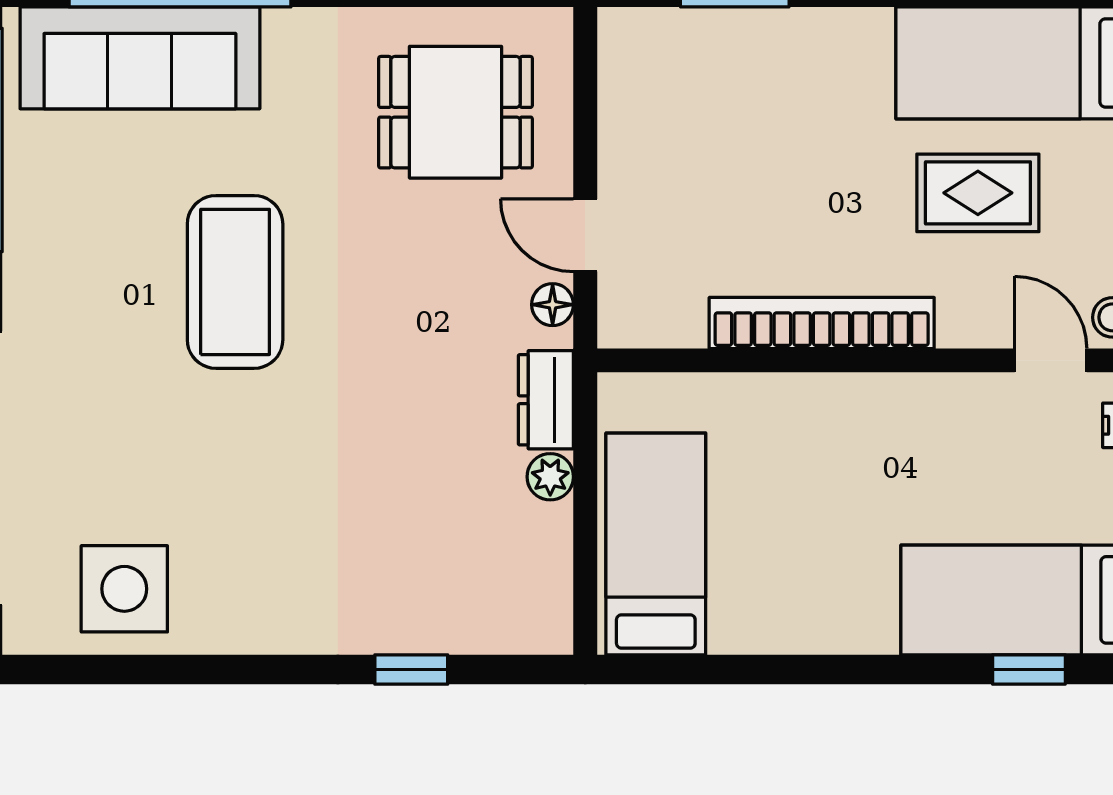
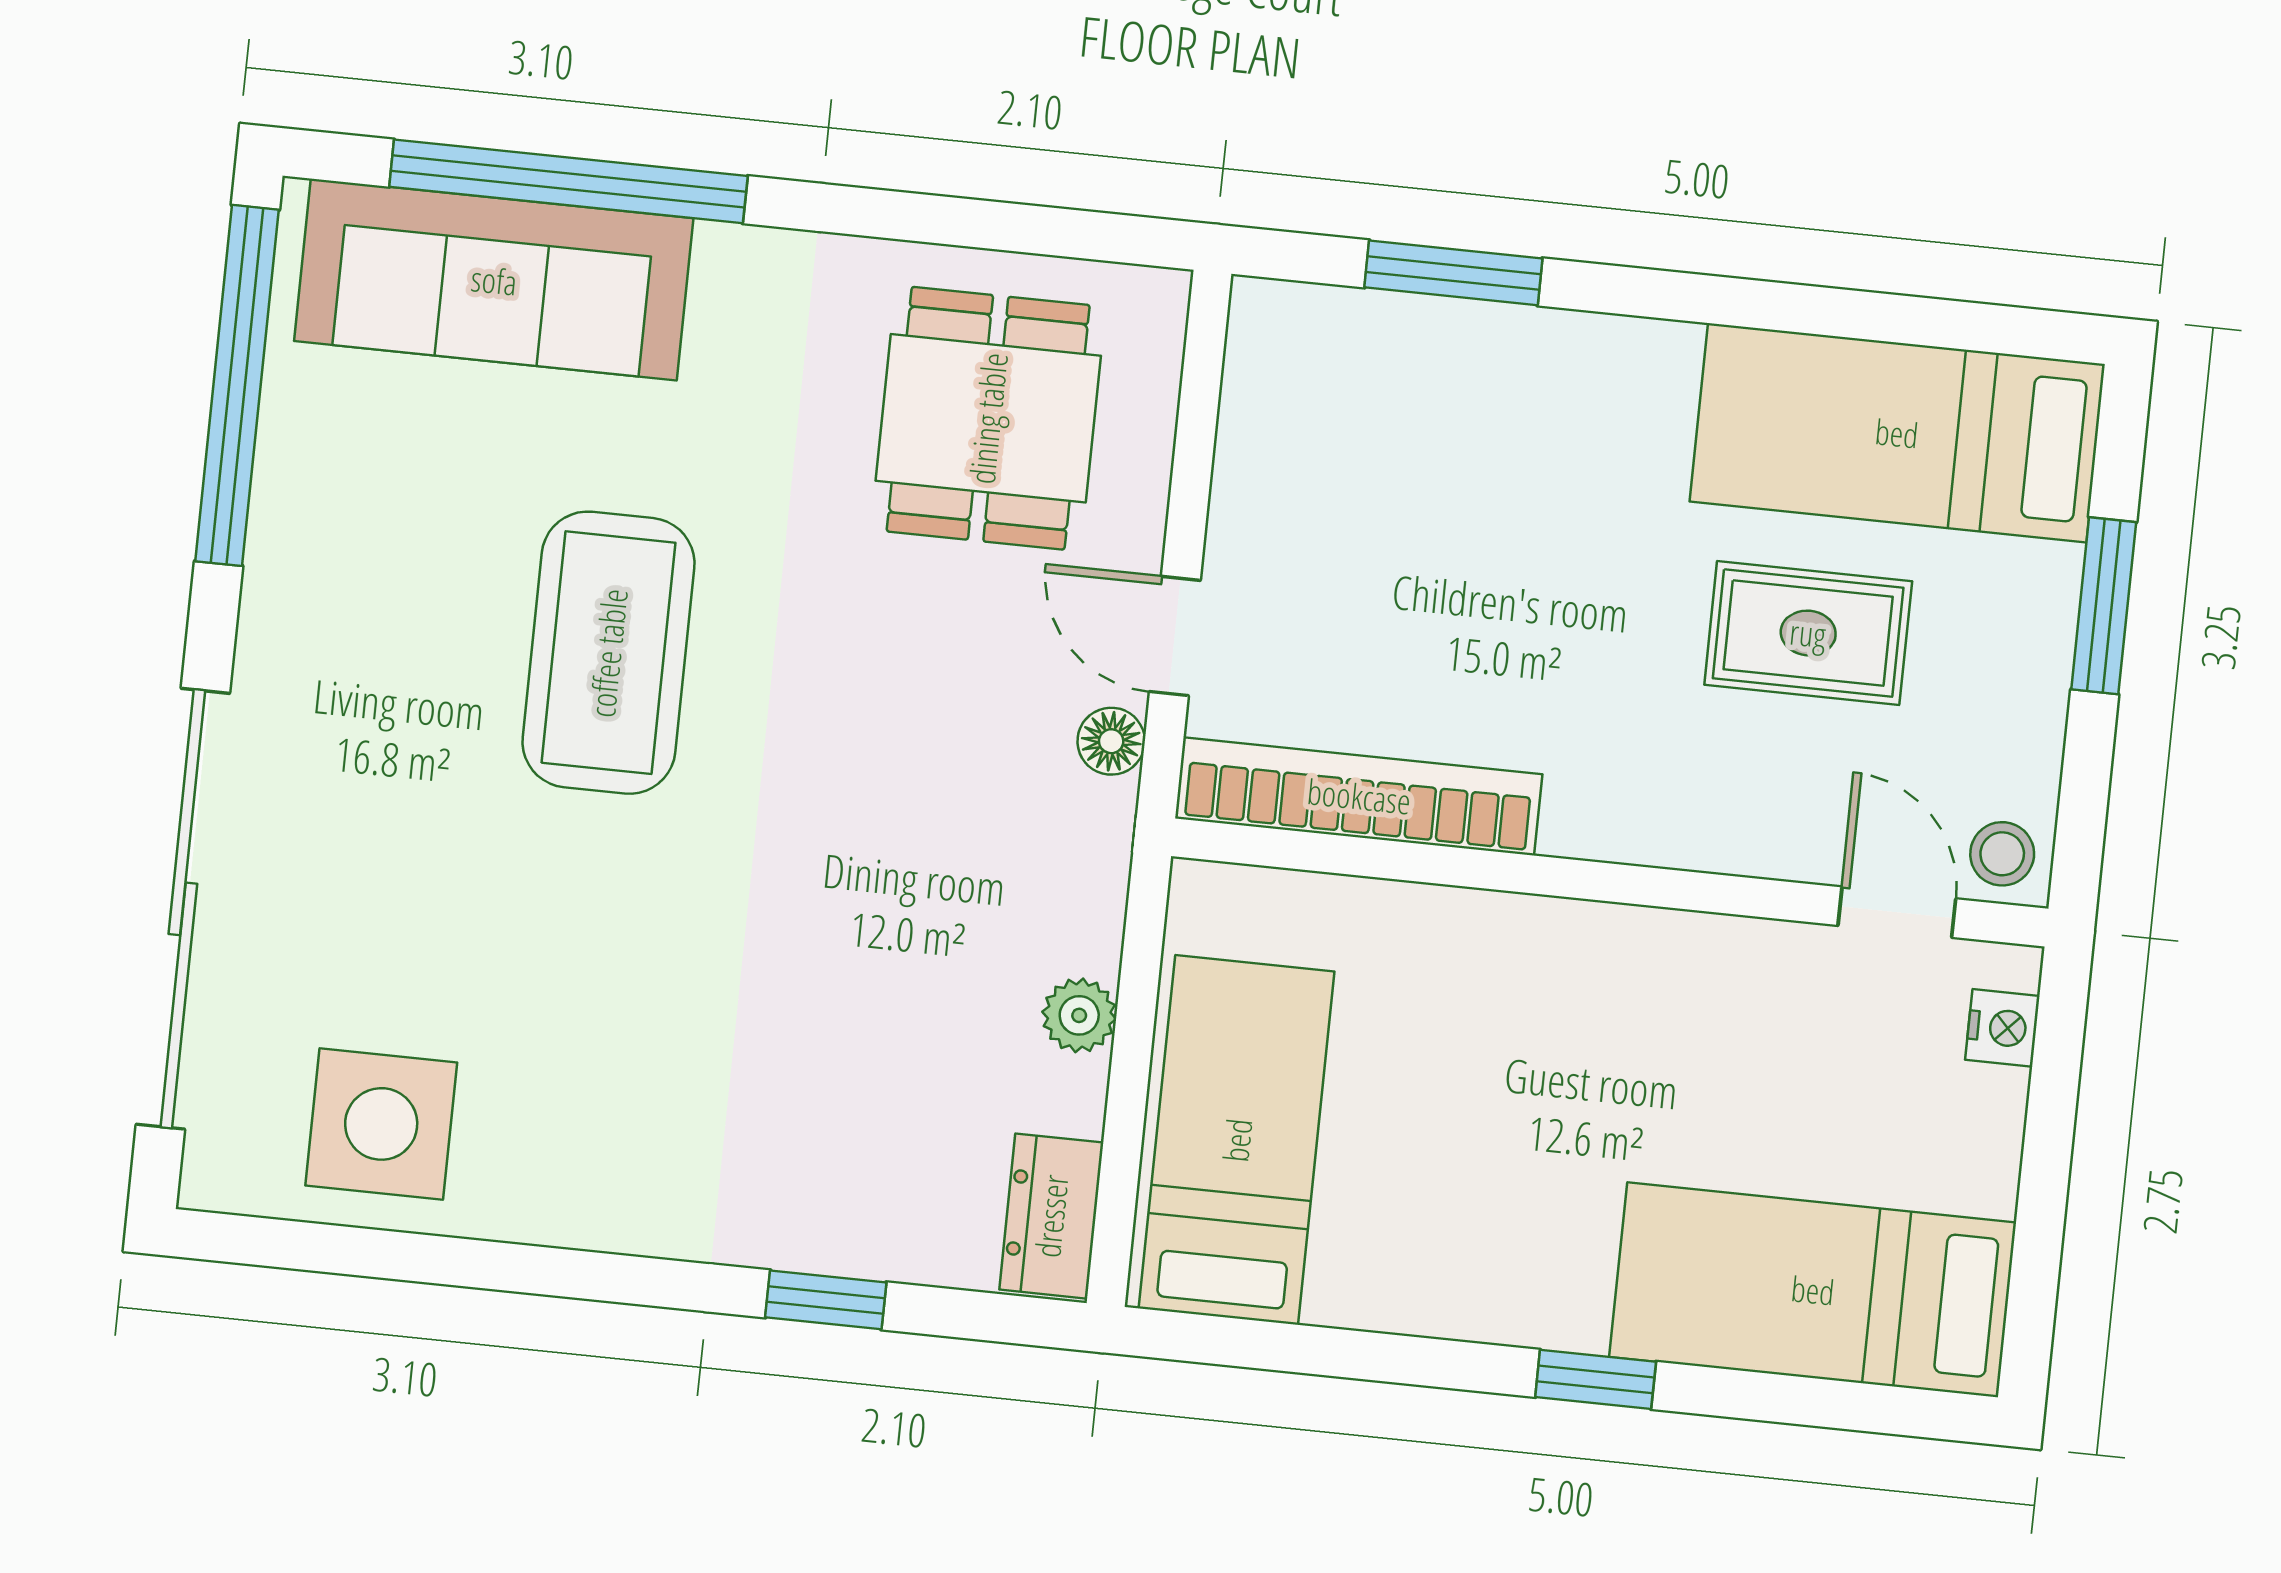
dining table: (456, 112) -> (988, 418), turned 90
bookcase: (822, 323) -> (1359, 796), moved
dresser: (546, 400) -> (1051, 1216), moved
window: (1029, 669) -> (1596, 1379), moved

